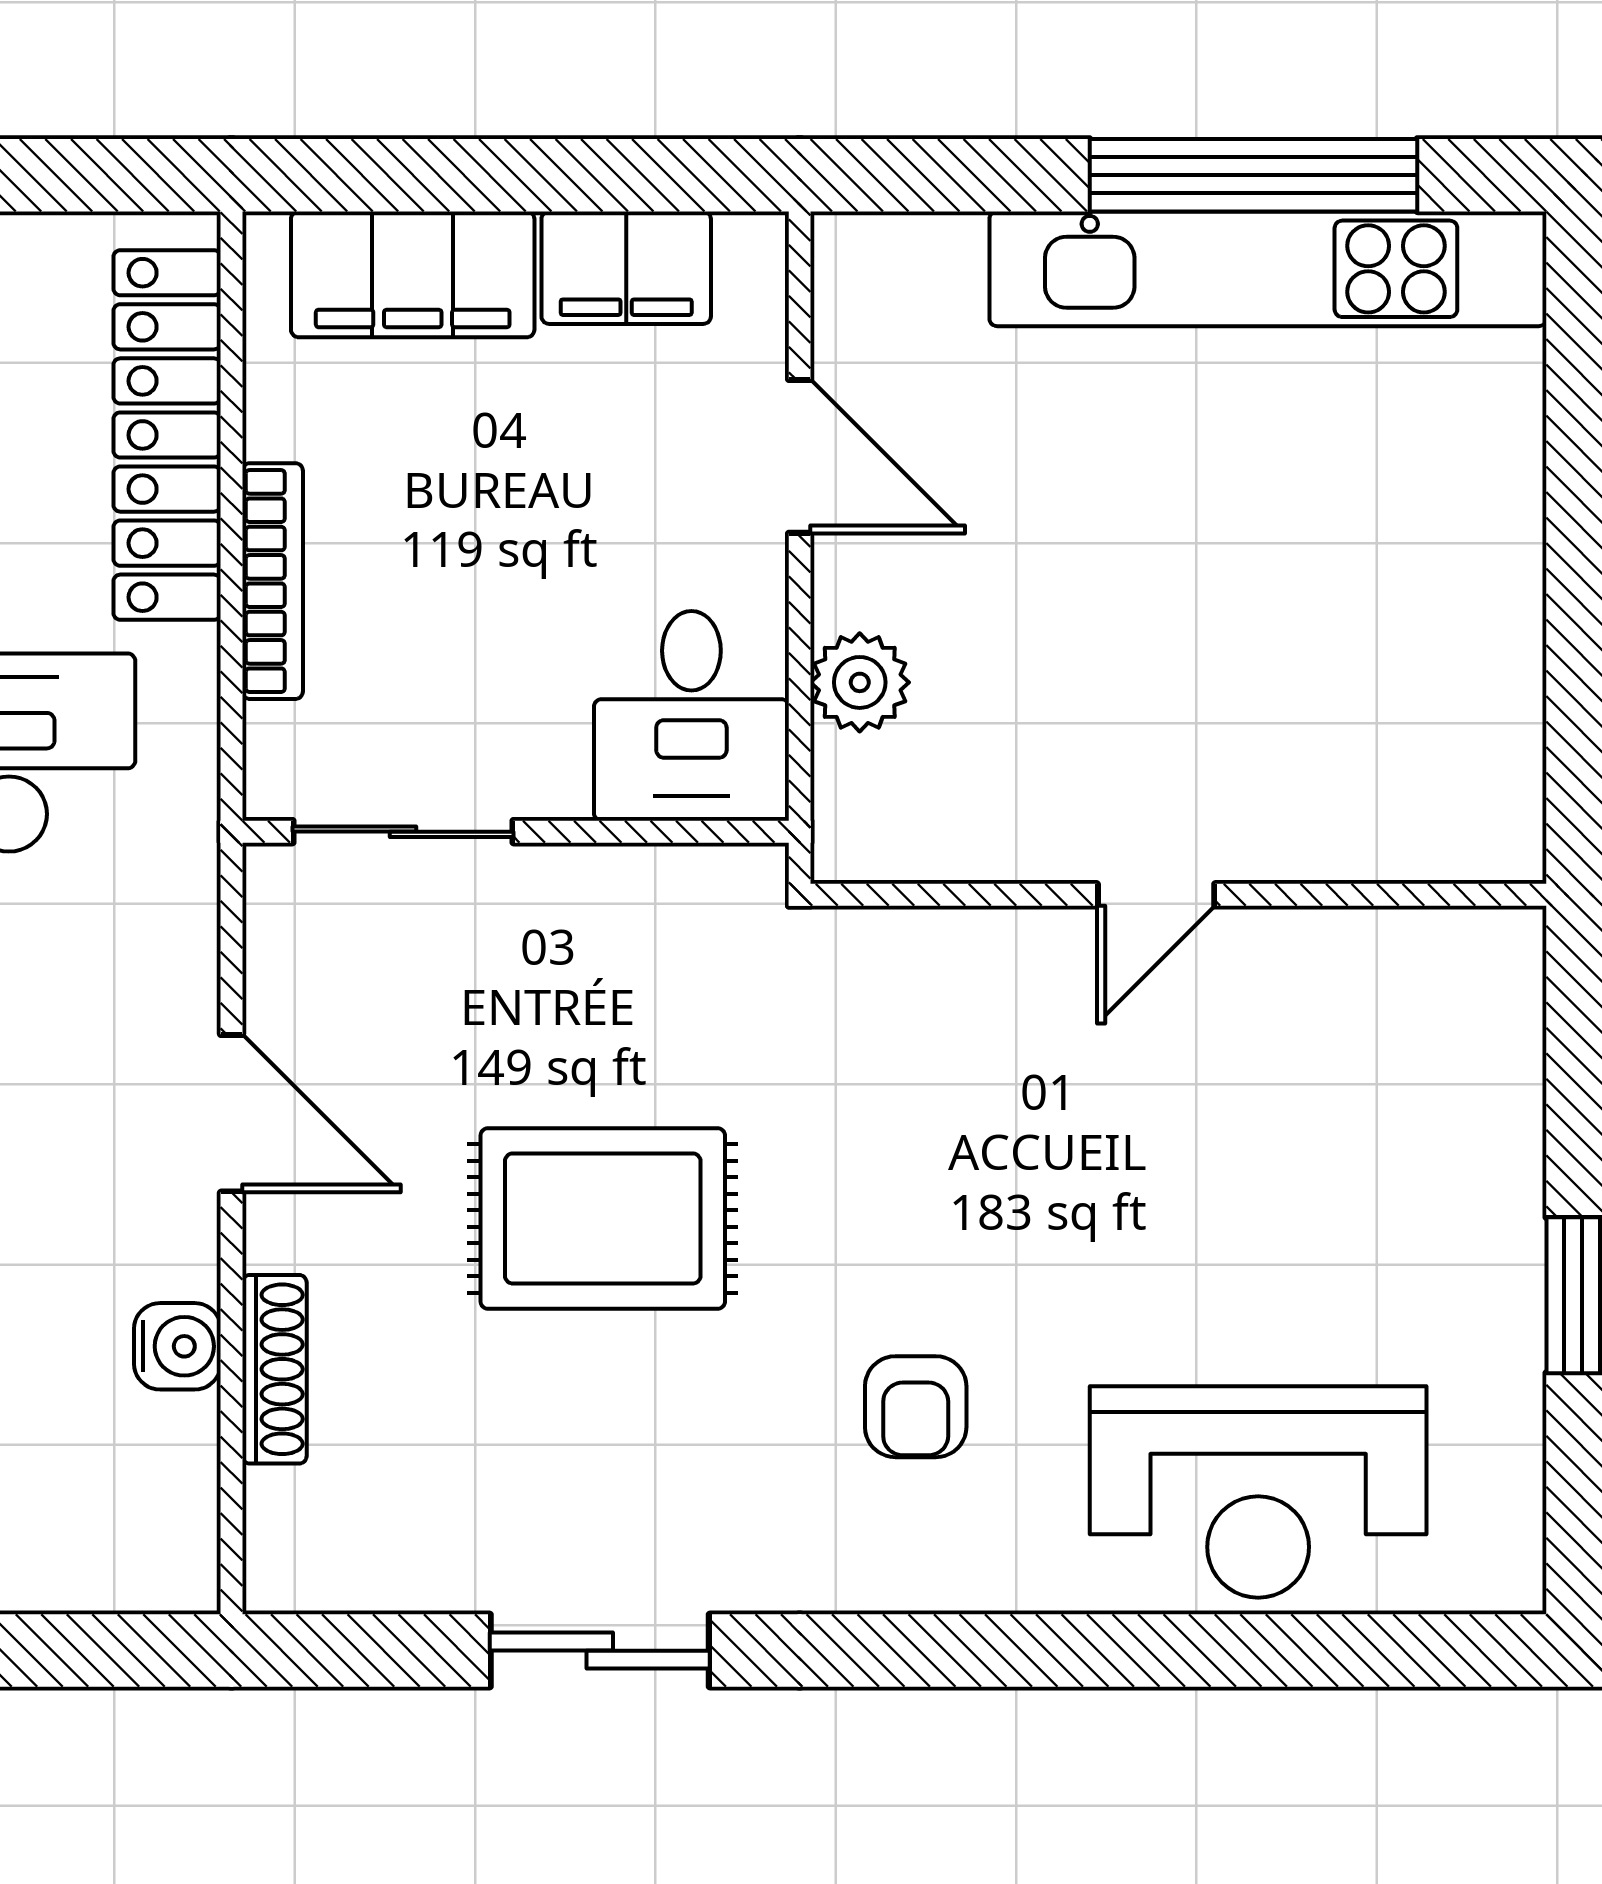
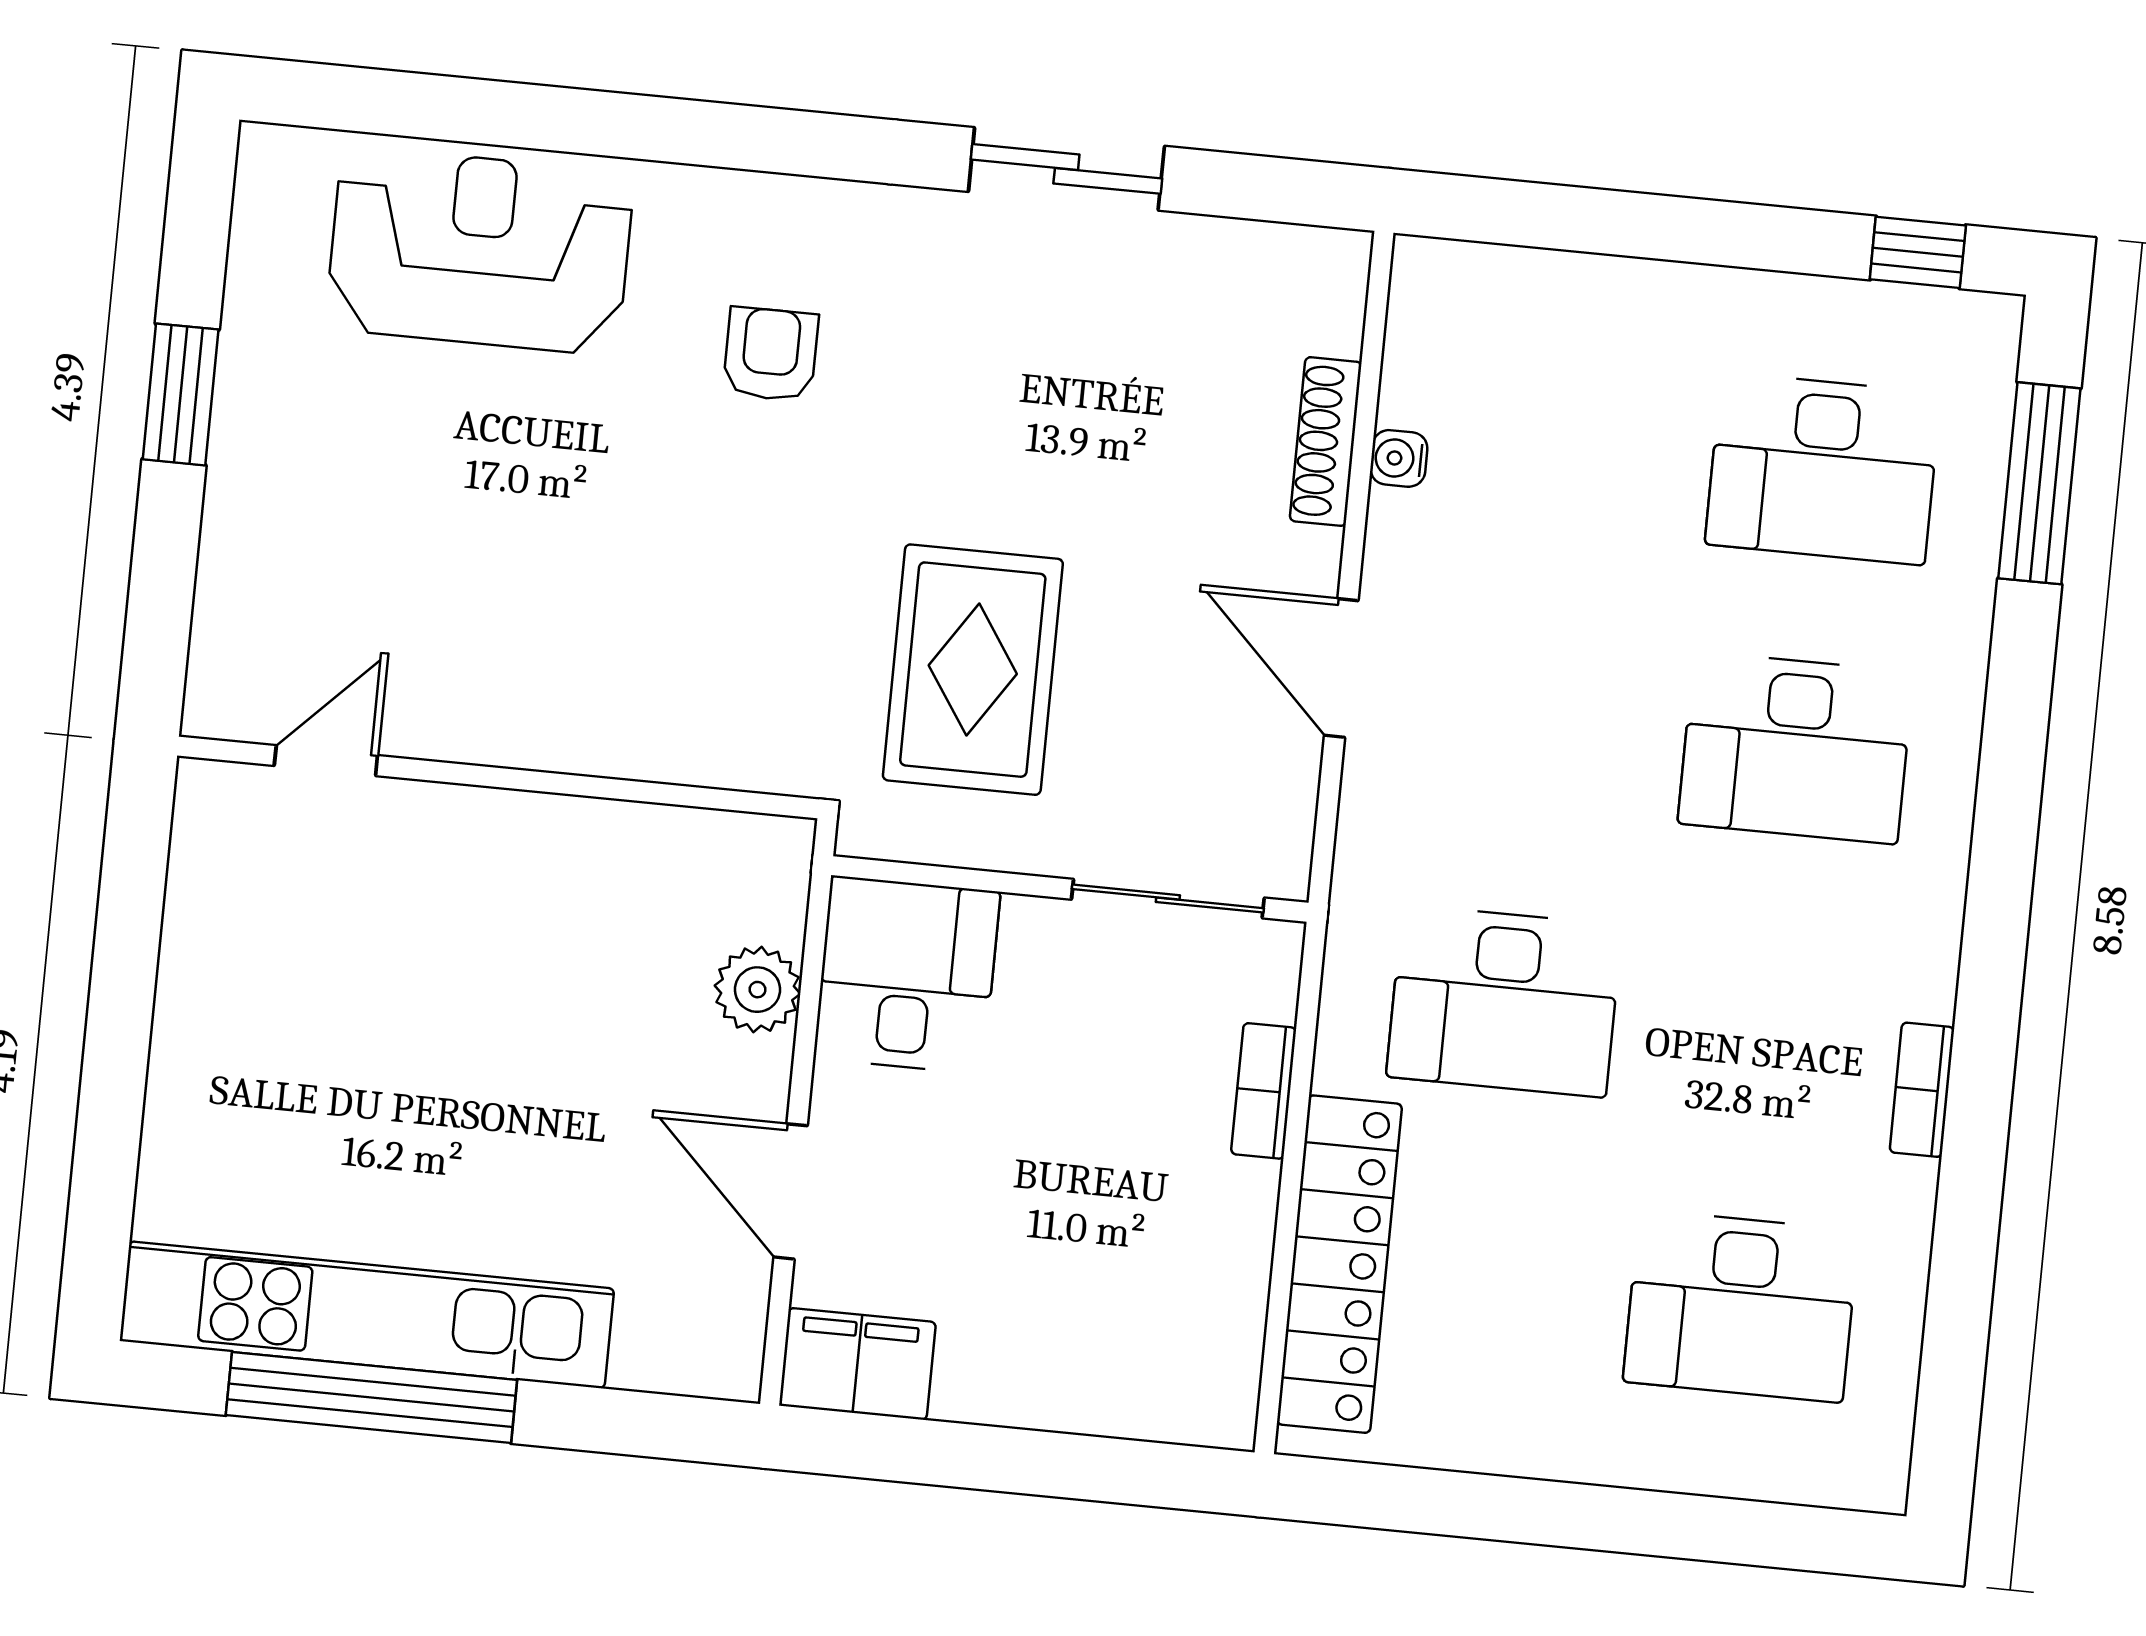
filing cabinet: (626, 268) -> (857, 1364), moved
filing cabinet: (413, 274) -> (1112, 1383), removed
bookcase: (273, 581) -> (1264, 1091), width x0.64
door: (1156, 895) -> (326, 761), moved
rug: (603, 1218) -> (973, 670), moved, turned 90
water cooler: (177, 1346) -> (1399, 458), width x0.72, depth x0.72

